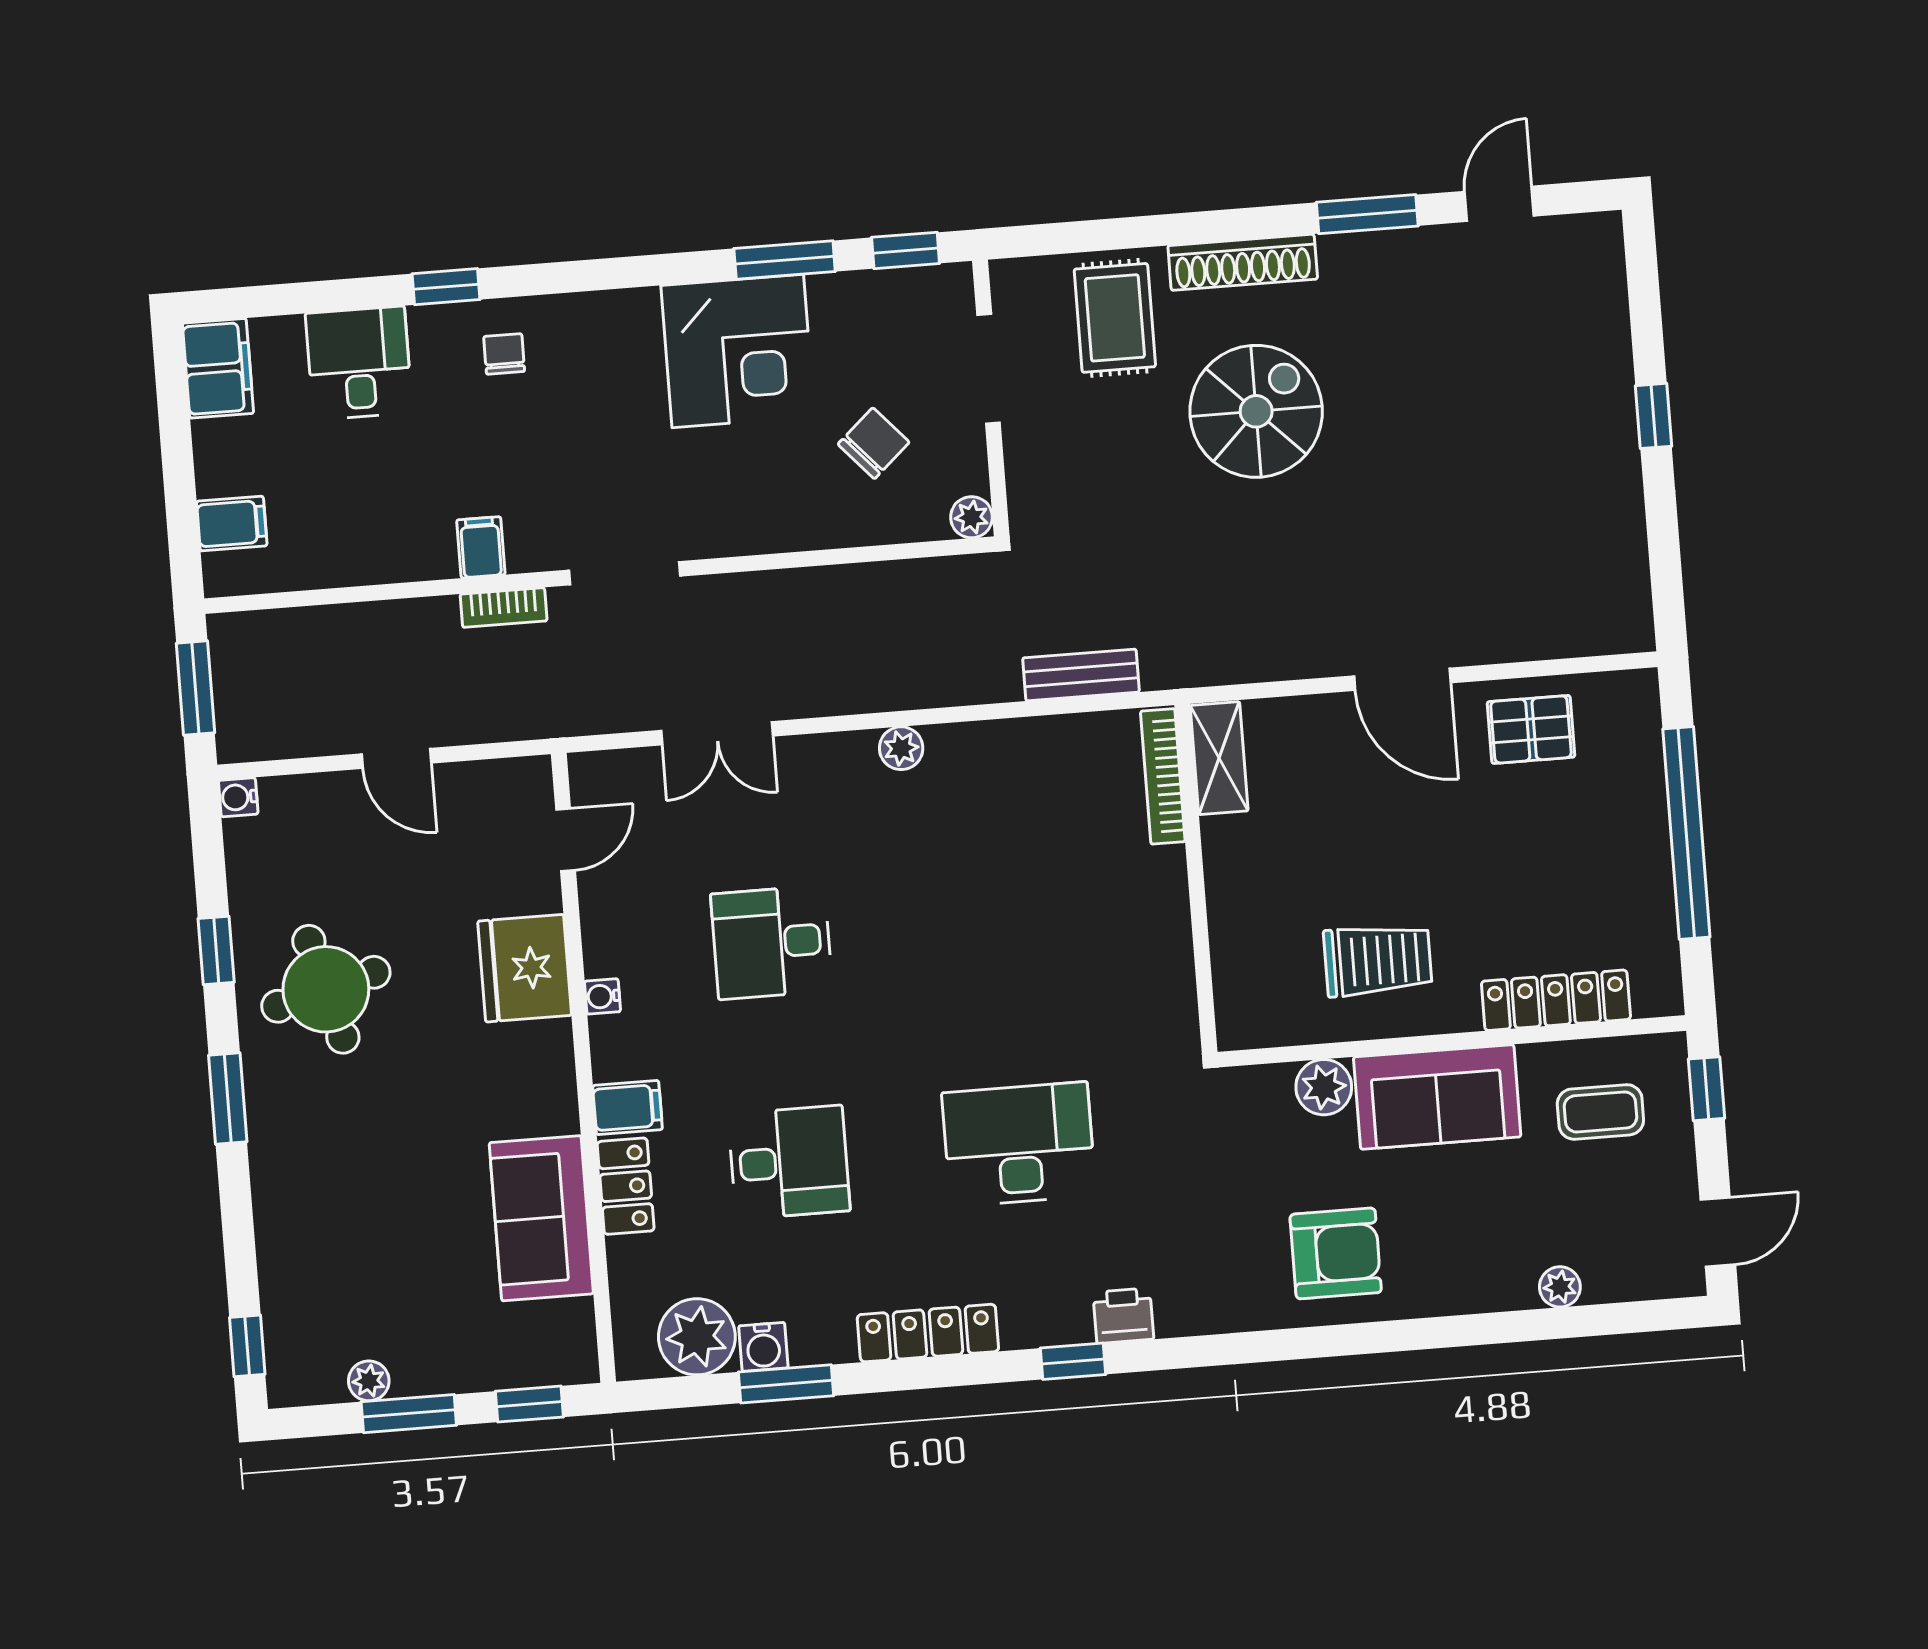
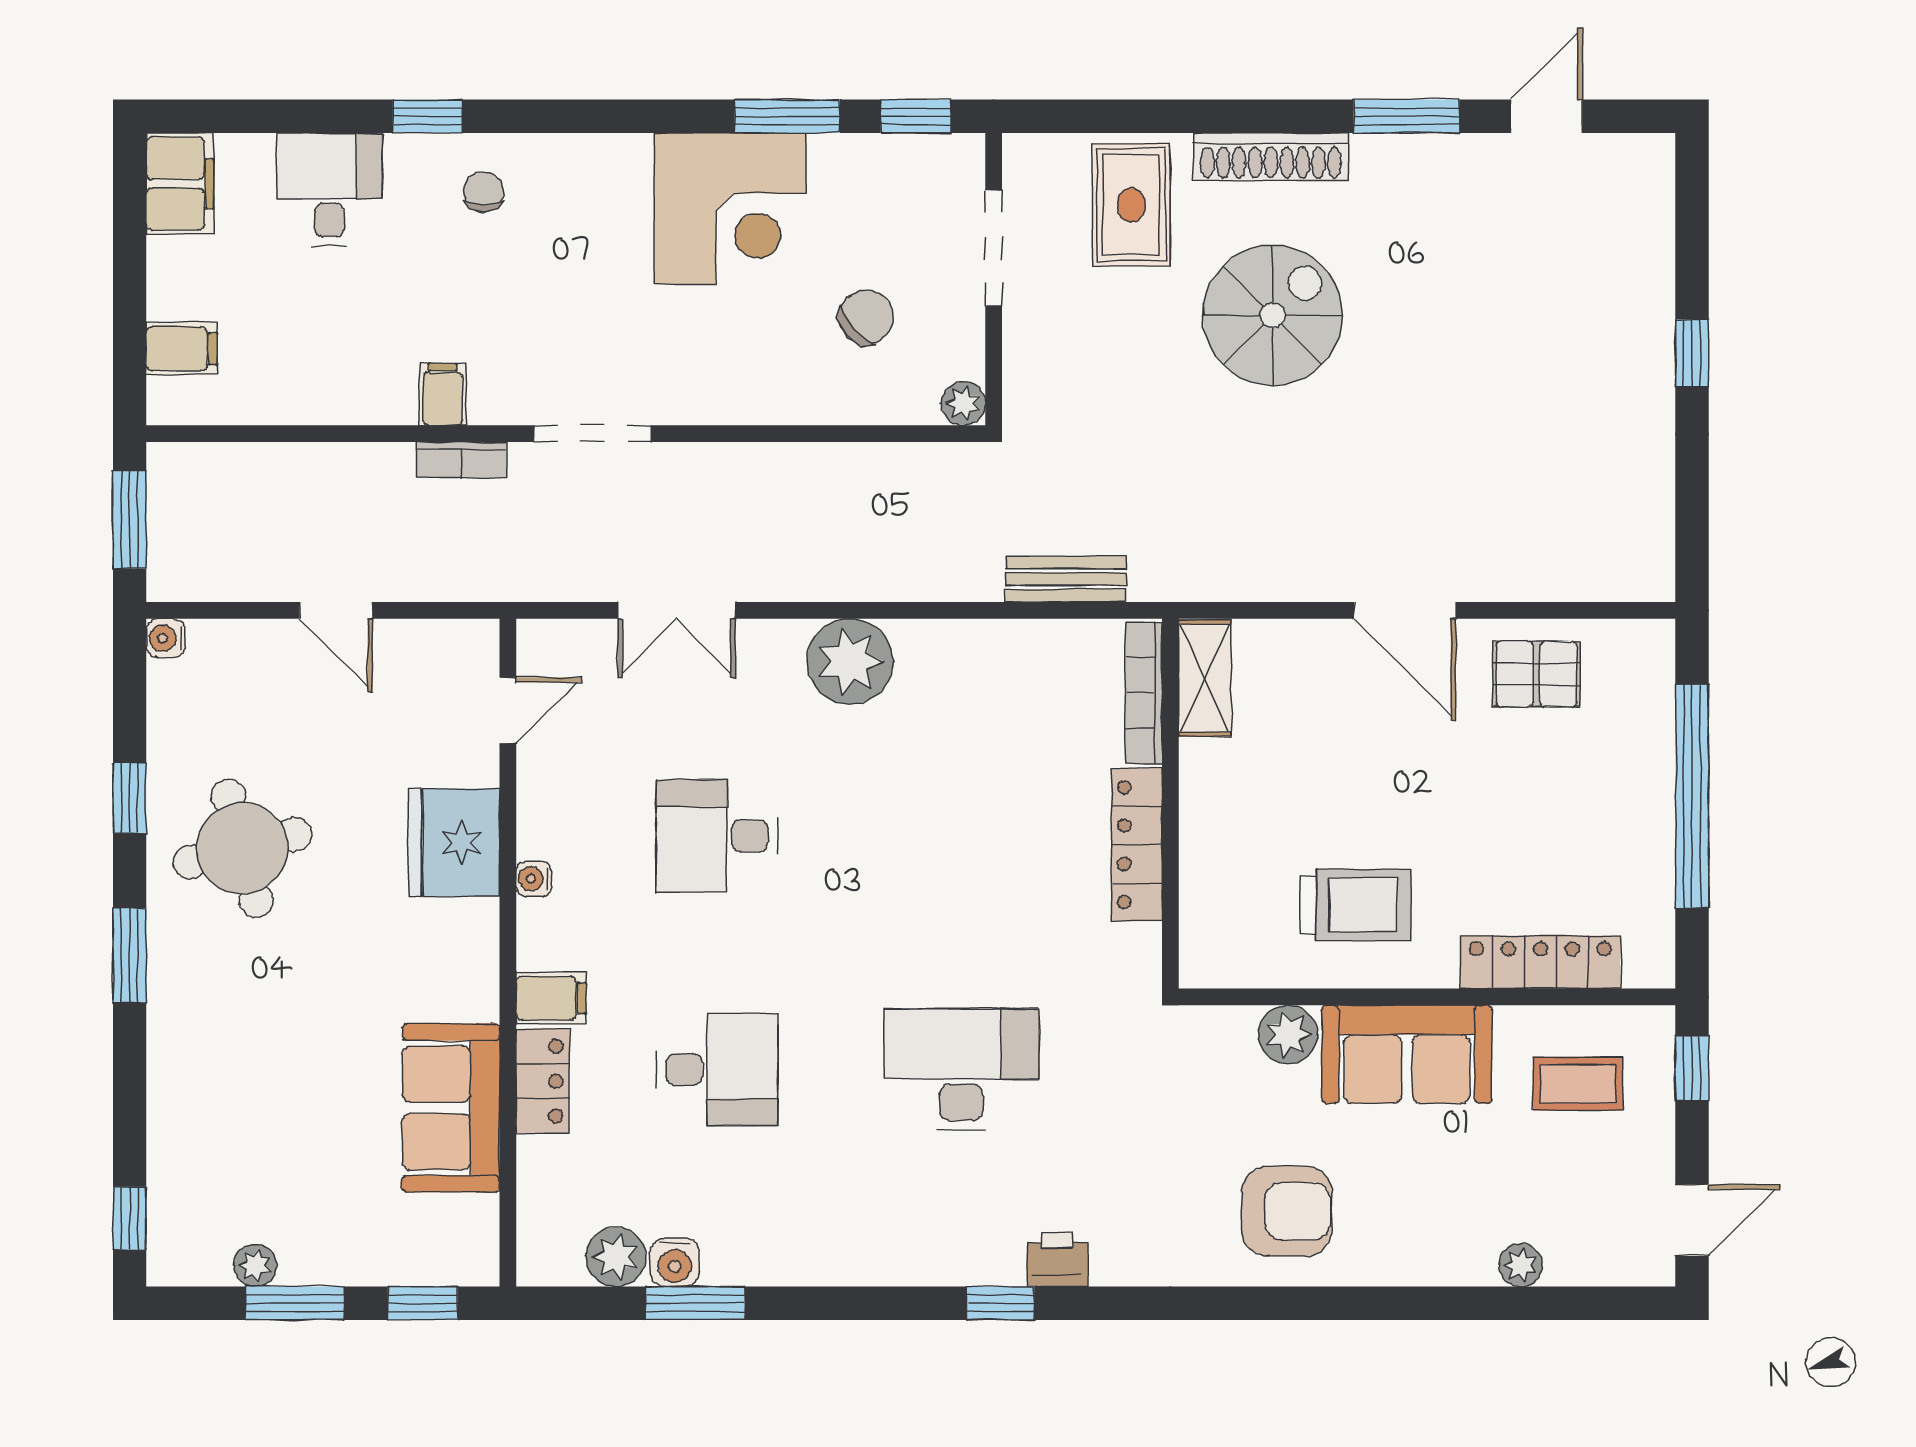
plant: (901, 748) -> (850, 662), width x1.88, depth x1.88
locker: (928, 1333) -> (1137, 845), moved, turned -90
plant: (697, 1337) -> (616, 1257), width x0.73, depth x0.73

